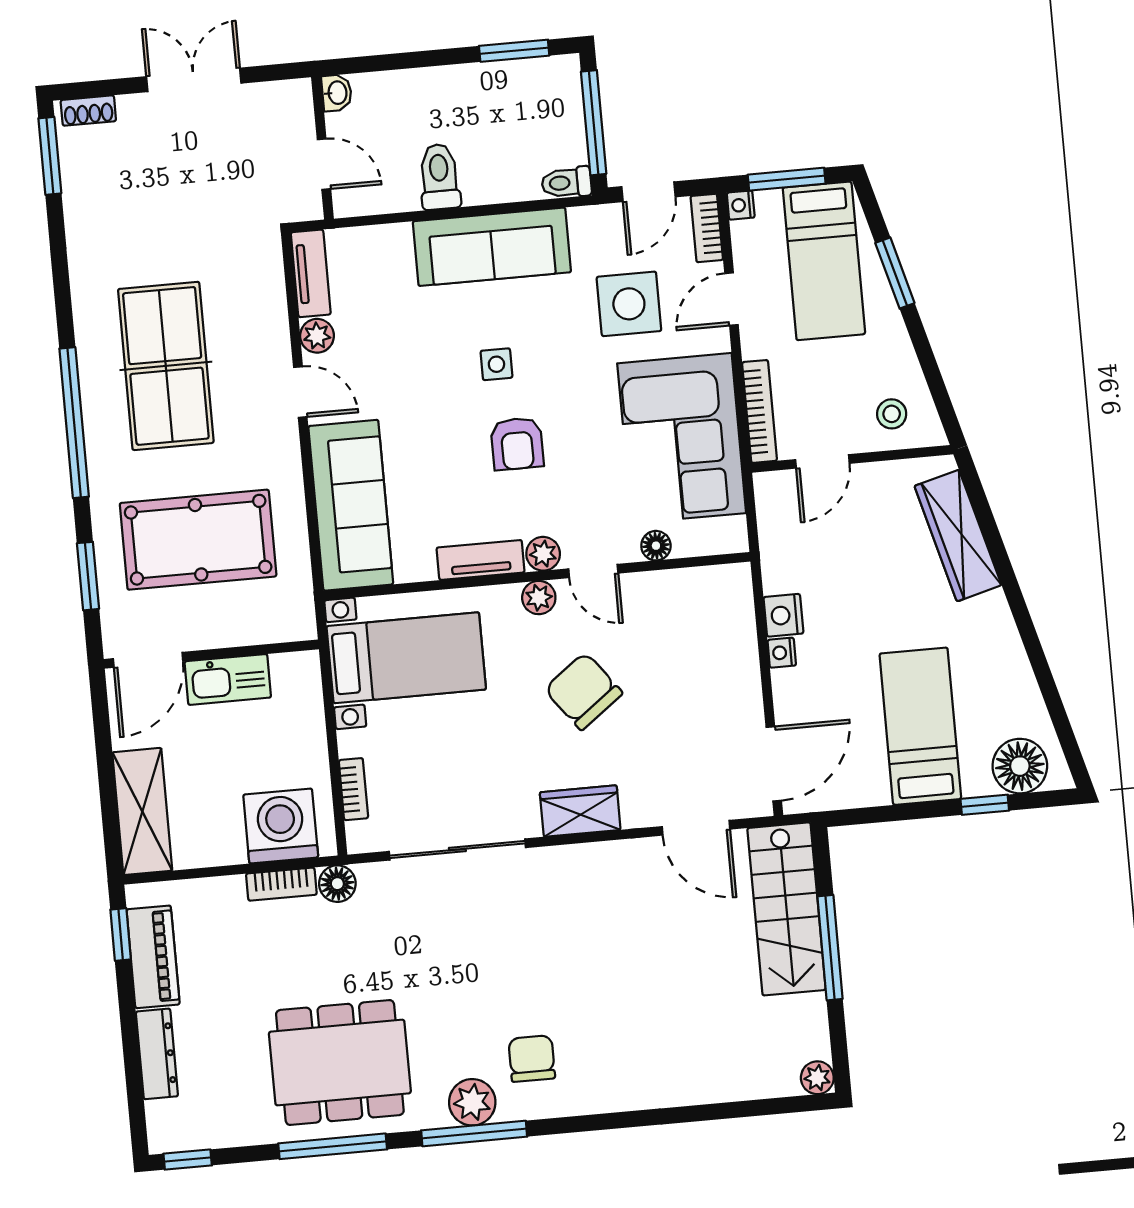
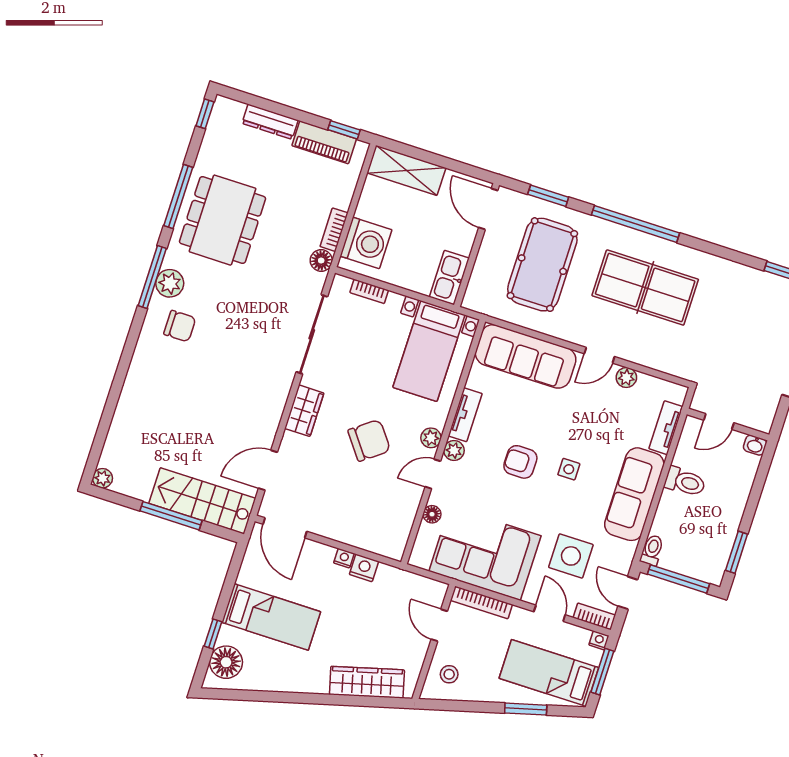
tv unit: (311, 273) -> (666, 428), moved, turned 90
kitchen sink: (228, 679) -> (449, 278), moved

